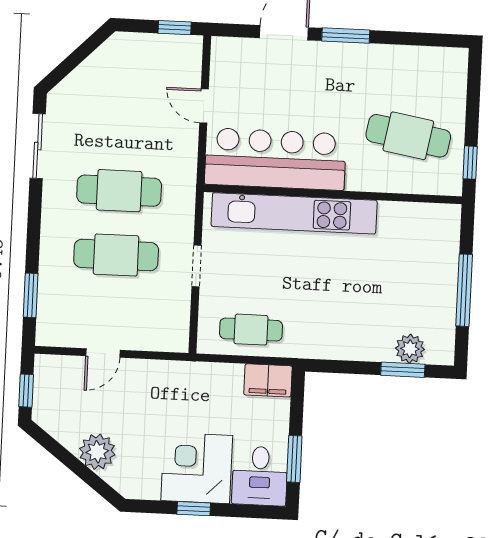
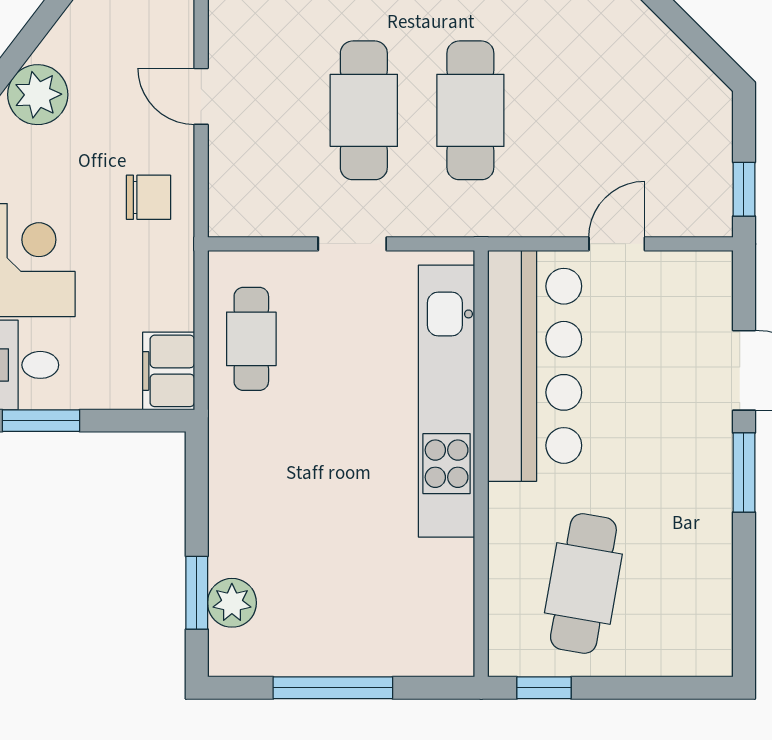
chair: (162, 388) -> (148, 197), added

